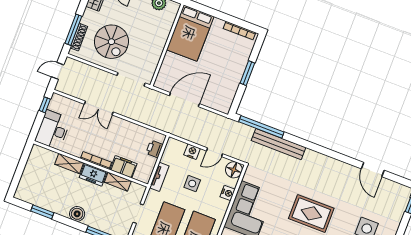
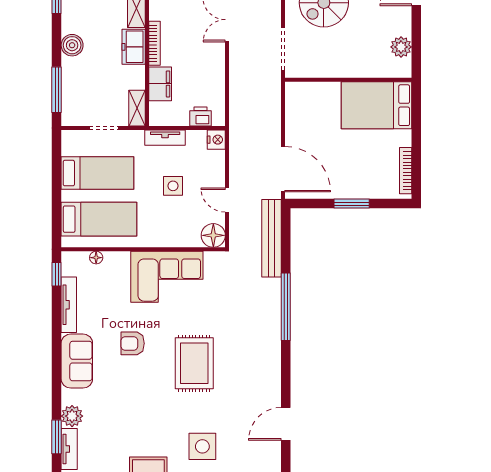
door: (184, 100) -> (283, 169), moved
window: (261, 127) -> (286, 307), moved
bench: (279, 144) -> (271, 238), moved
nightstand: (192, 152) -> (216, 140), moved
shelving: (118, 182) -> (137, 108), moved
nightstand: (228, 193) -> (179, 239), removed

